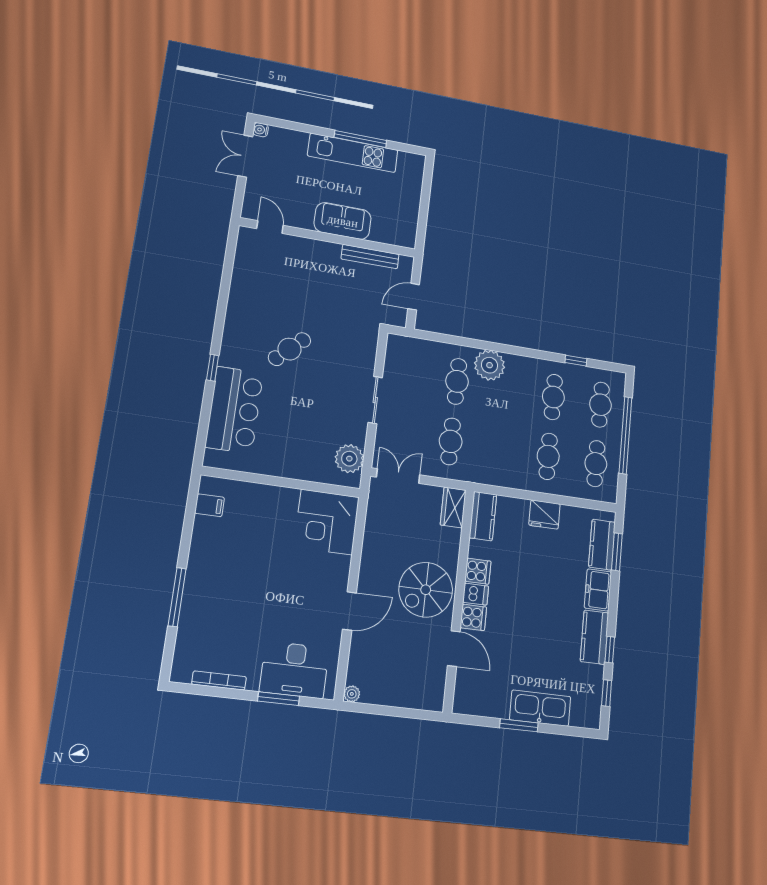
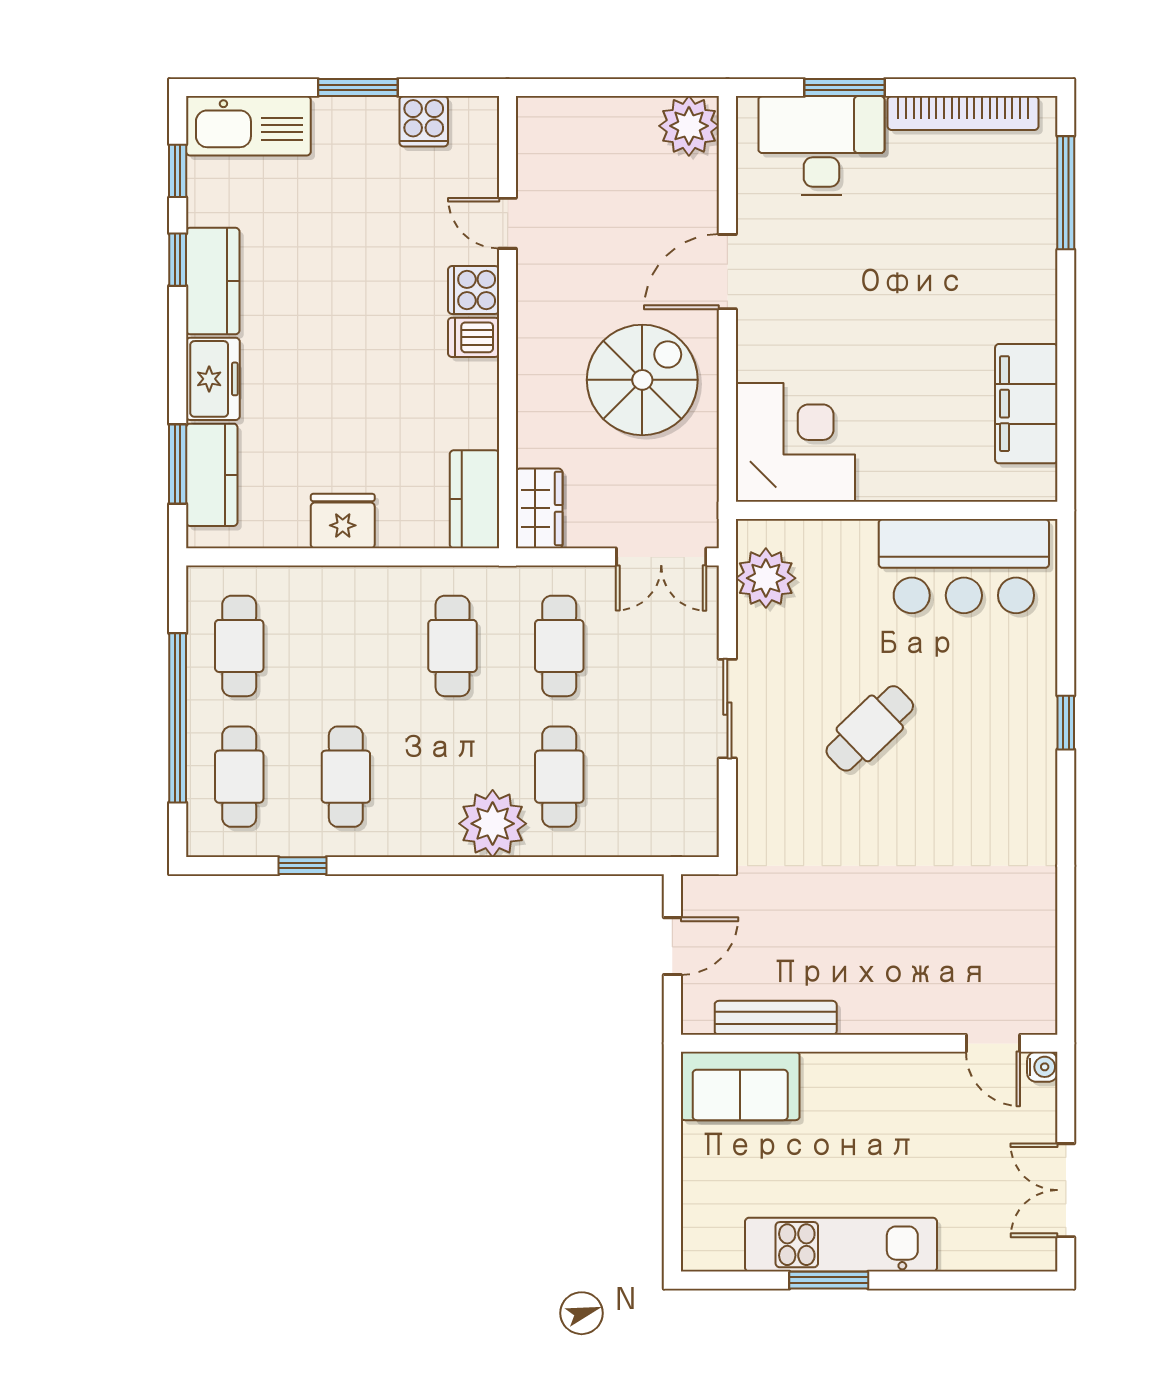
water cooler: (261, 130) -> (1042, 1067), moved
window: (360, 139) -> (829, 1280), width x0.69
double door: (245, 156) -> (1066, 1190), swing flipped
sofa: (343, 221) -> (740, 1086), moved
cafe table: (289, 349) -> (870, 728), moved
bar counter: (234, 410) -> (964, 566), moved, turned -90
cafe table: (548, 456) -> (453, 646), moved
filing cabinet: (209, 505) -> (1026, 404), width x3.00, depth x1.17
cooker: (478, 571) -> (424, 121), moved, turned -90
spiral stairs: (426, 590) -> (642, 380), moved
window: (177, 597) -> (1066, 193), moved
door: (454, 649) -> (508, 223), width x0.73
bookcase: (219, 680) -> (963, 113), width x1.48, depth x1.31
plant: (352, 694) -> (689, 126), width x1.88, depth x1.88
kitchen sink: (540, 708) -> (248, 126), moved

